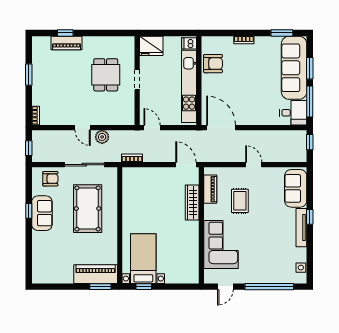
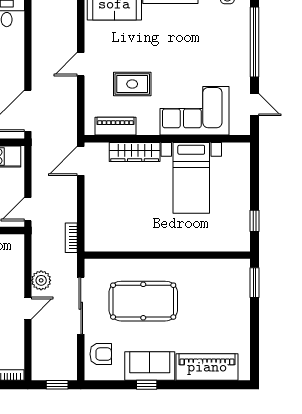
armchair: (50, 179) -> (101, 354), turned 90
bed with nightstands: (143, 259) -> (191, 178), moved, turned -90
piano: (96, 274) -> (207, 367), moved, turned 90

